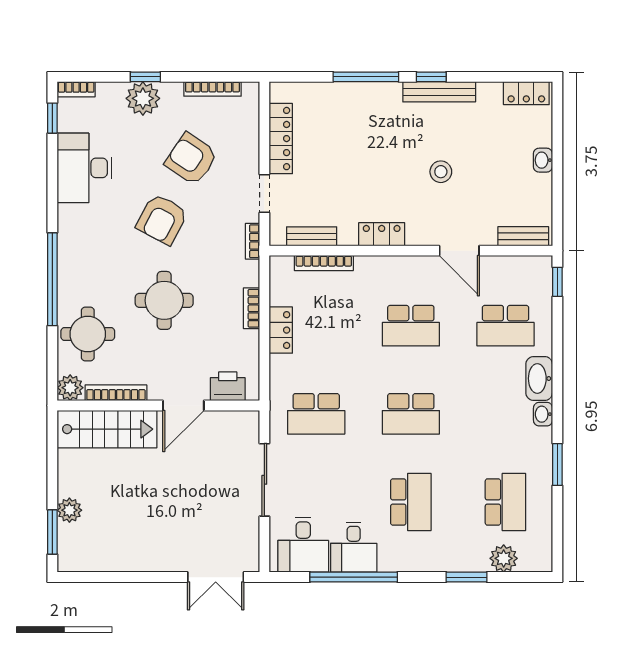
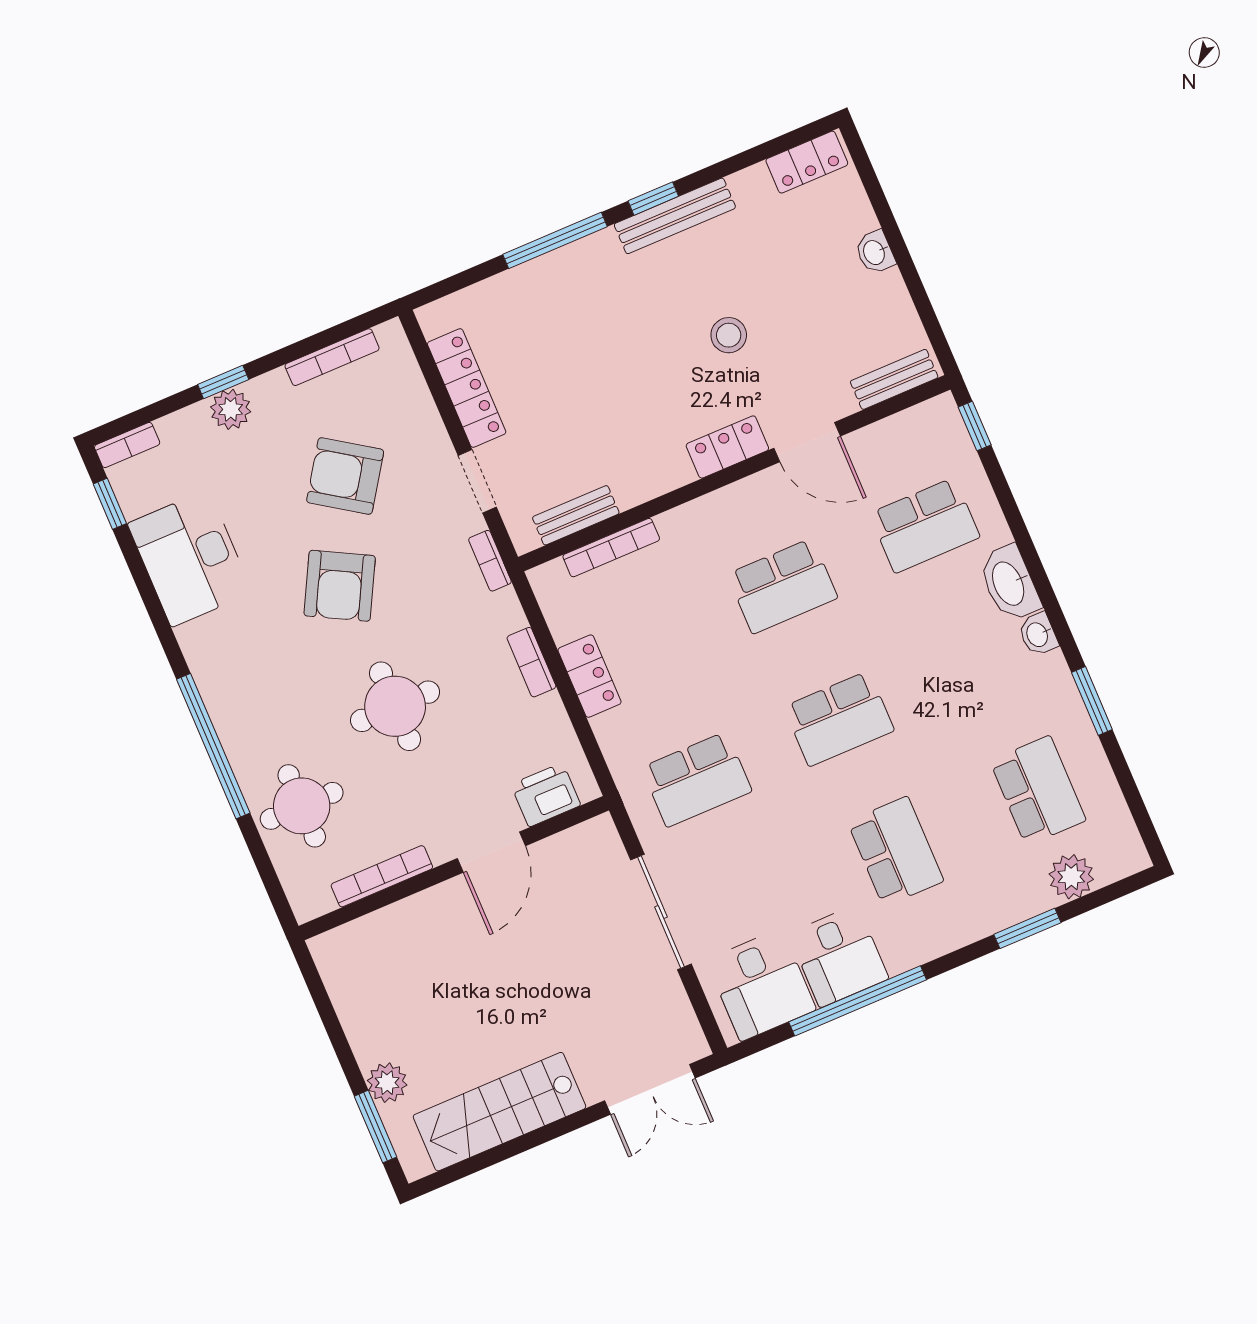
plant: (143, 98) -> (231, 409), width x0.73, depth x0.73
locker: (382, 234) -> (727, 447), moved
plant: (70, 388) -> (310, 898), removed
stairs: (107, 429) -> (499, 1112), moved, turned 180

